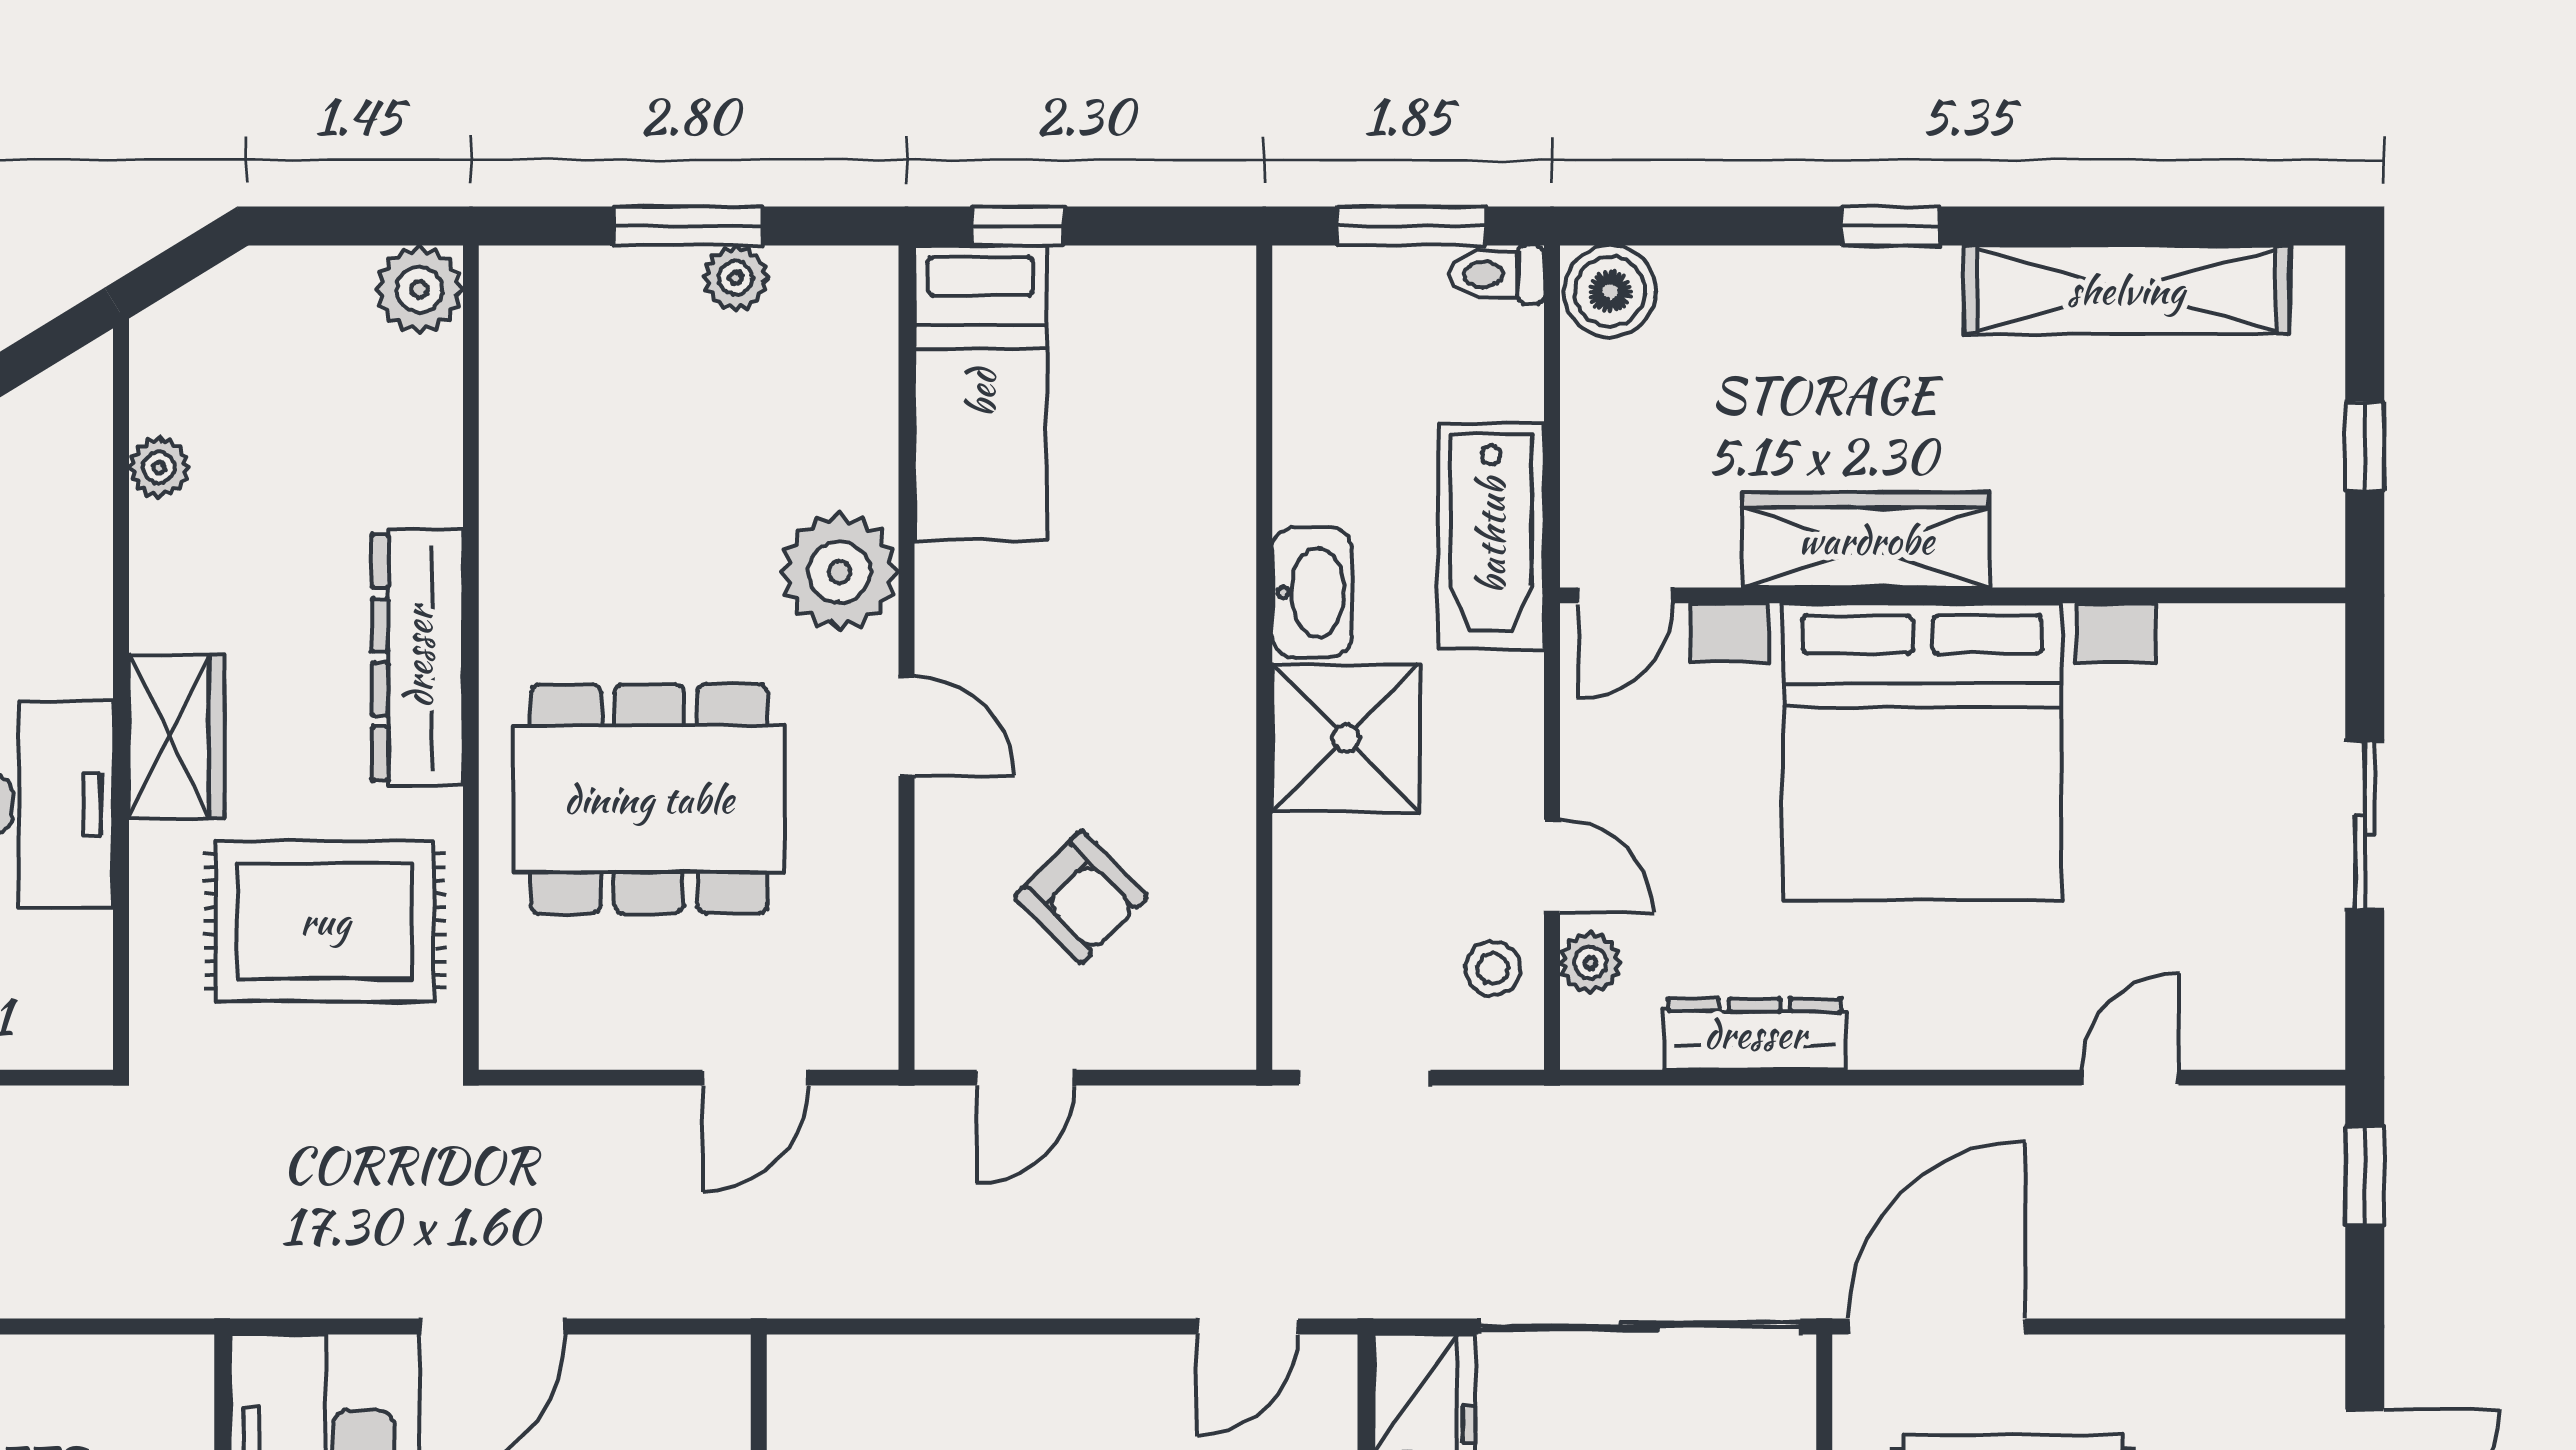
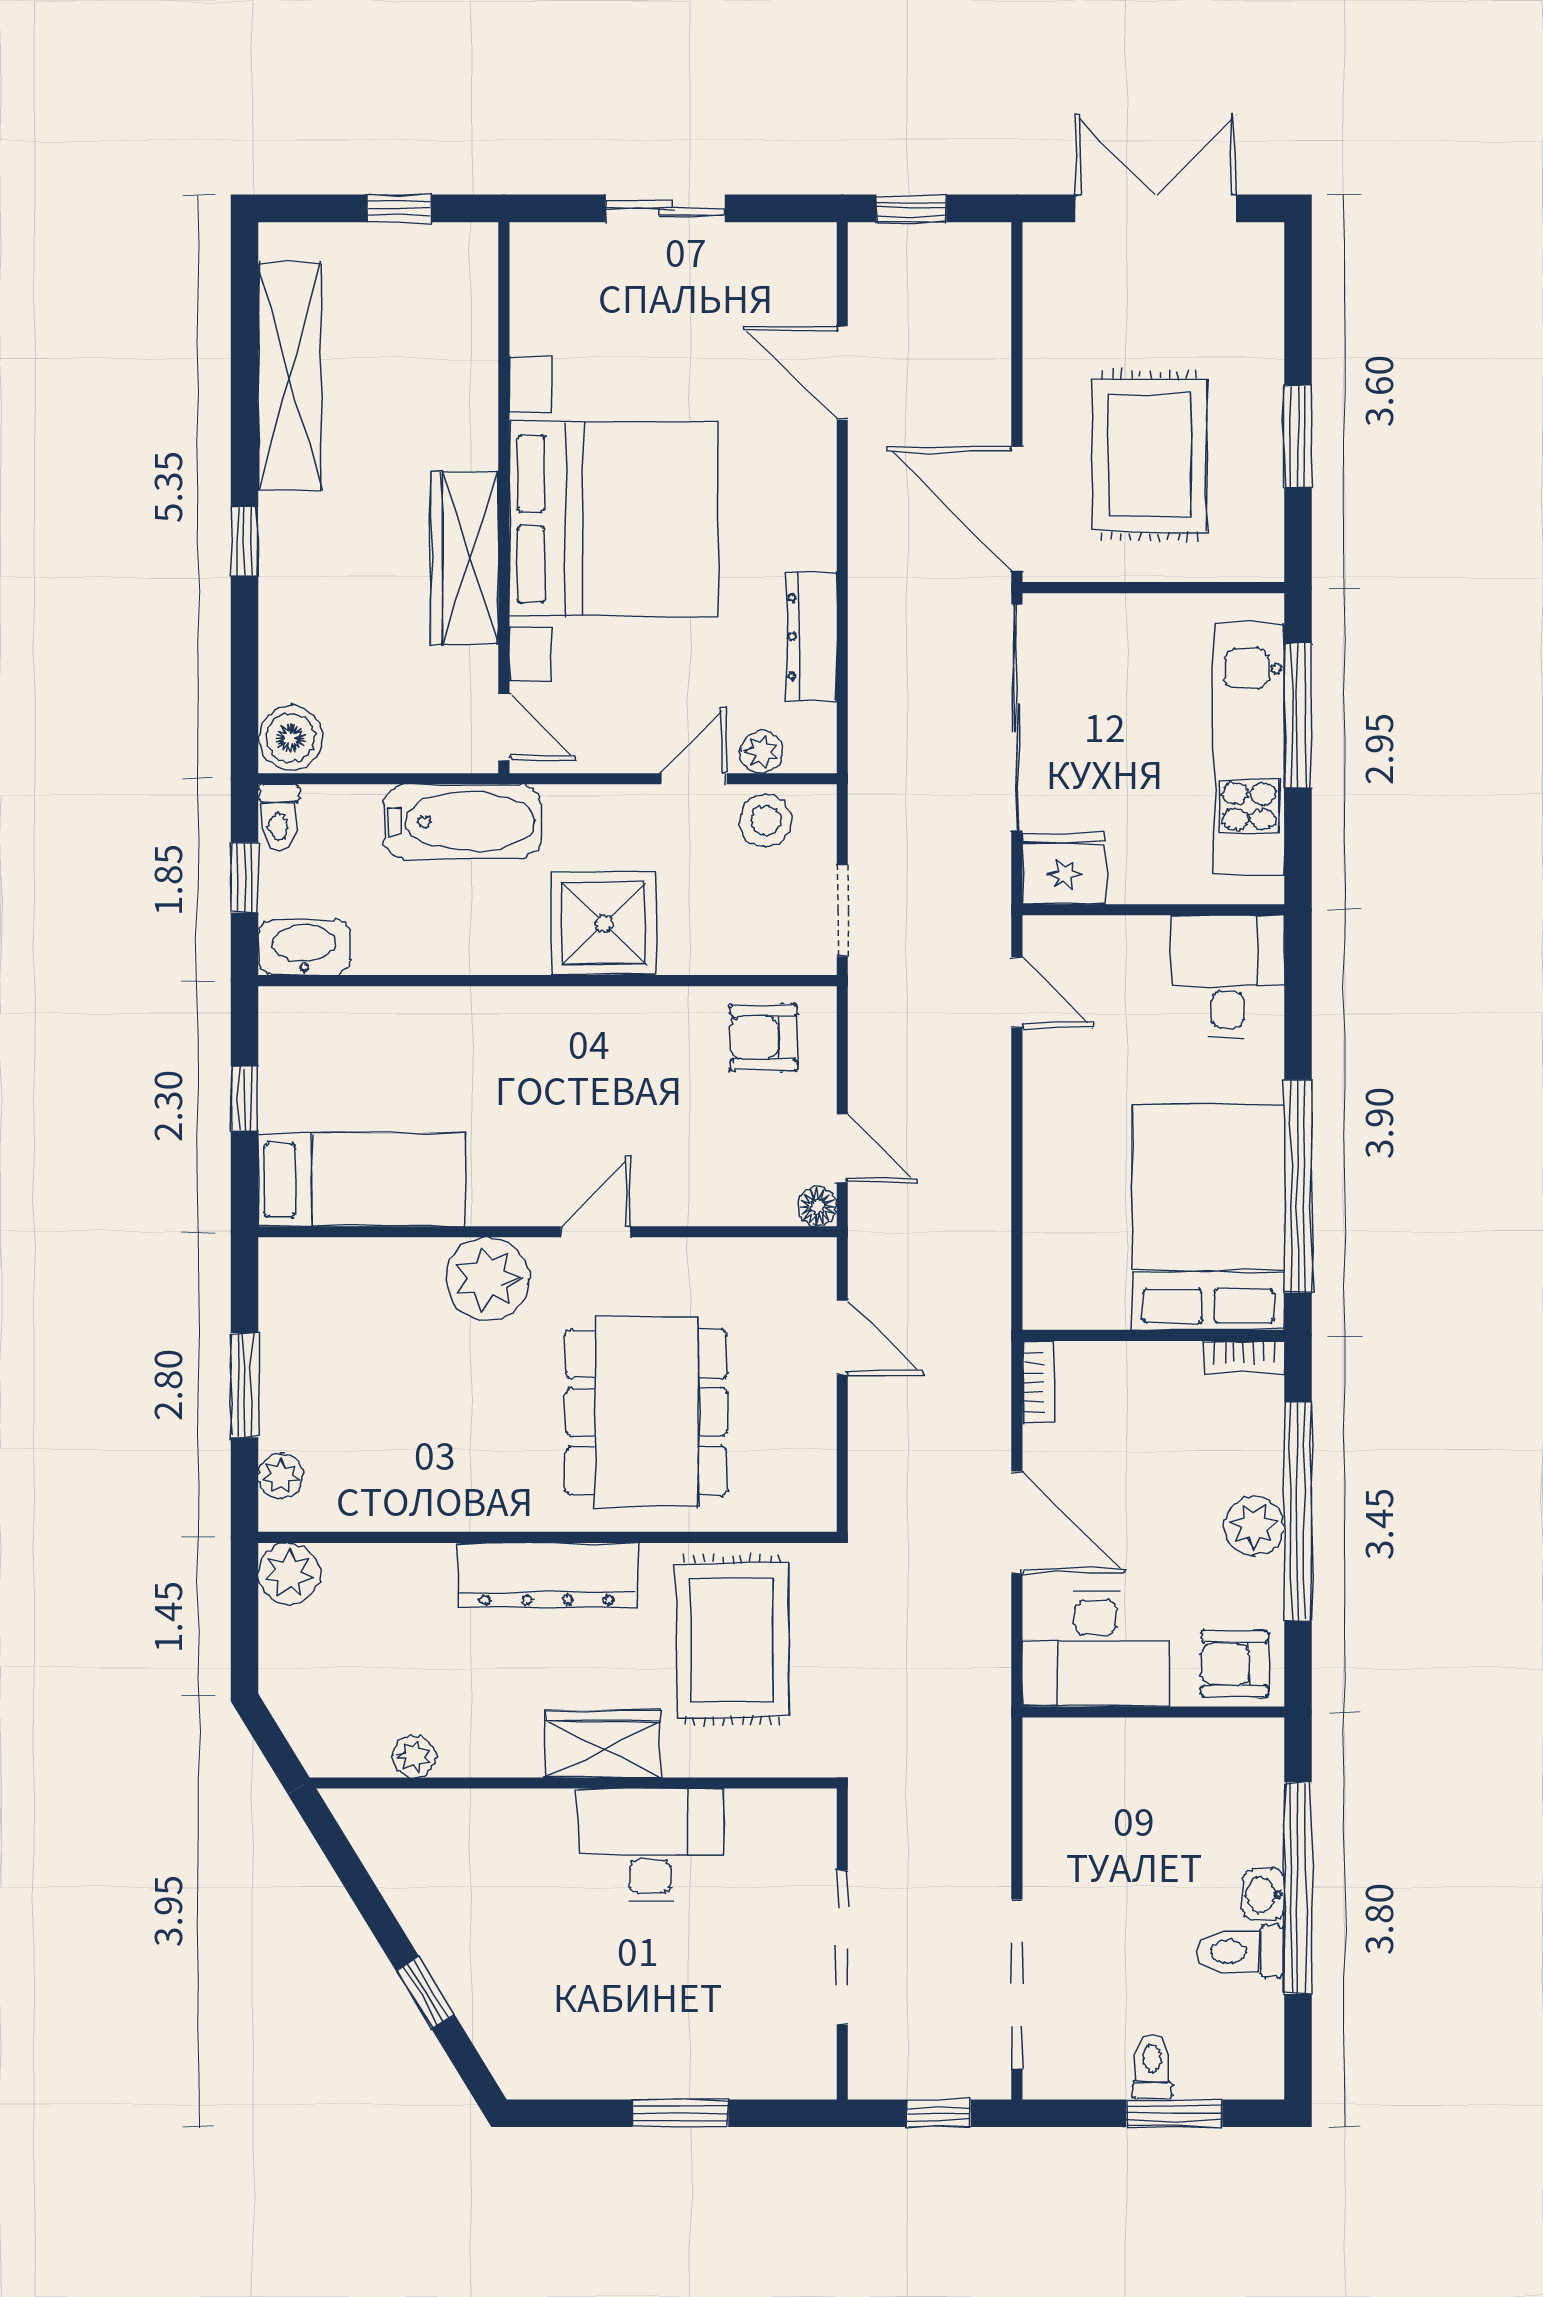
window: (1018, 226) -> (245, 1099), moved
window: (1411, 226) -> (245, 878), width x0.67
plant: (736, 278) -> (281, 1476), moved
washbasin: (1312, 592) -> (304, 947), moved
armchair: (1081, 897) -> (764, 1038), moved, turned -135
stool: (1493, 968) -> (766, 820), width x1.37, depth x1.37
floor lamp: (942, 1042) -> (817, 1207), added
door: (2130, 1078) -> (842, 373), width x1.38
bookcase: (693, 1358) -> (1039, 1382), added

